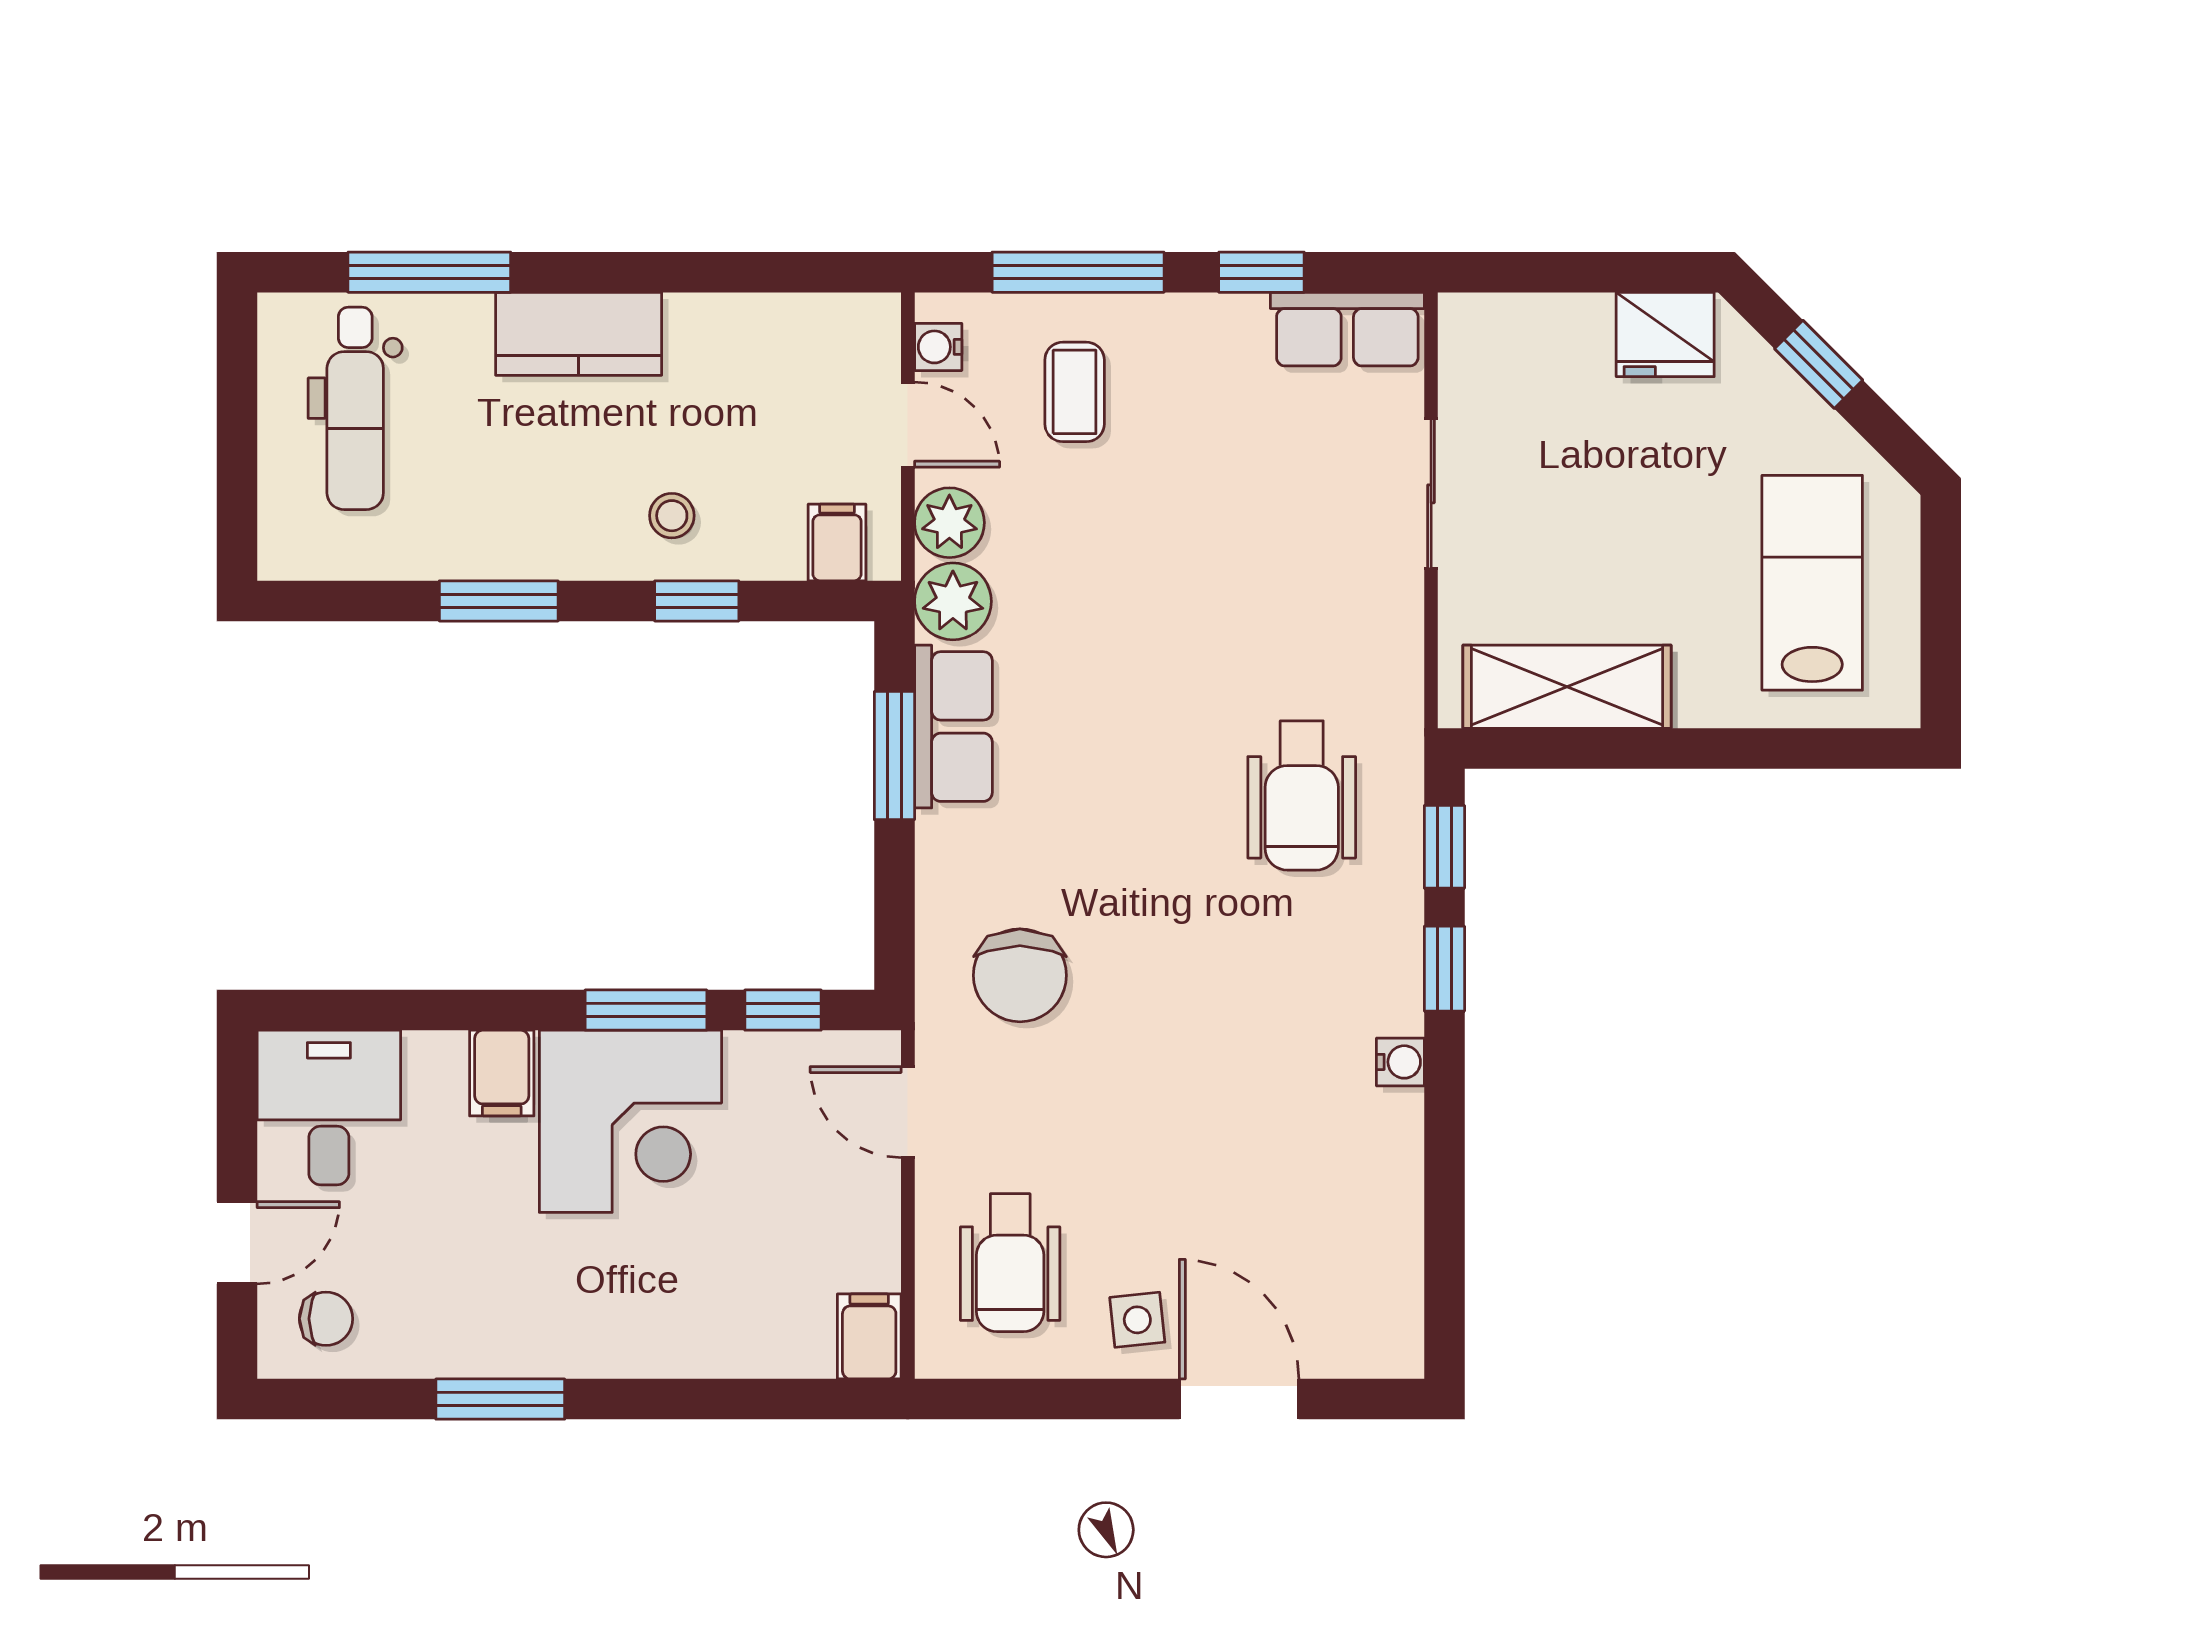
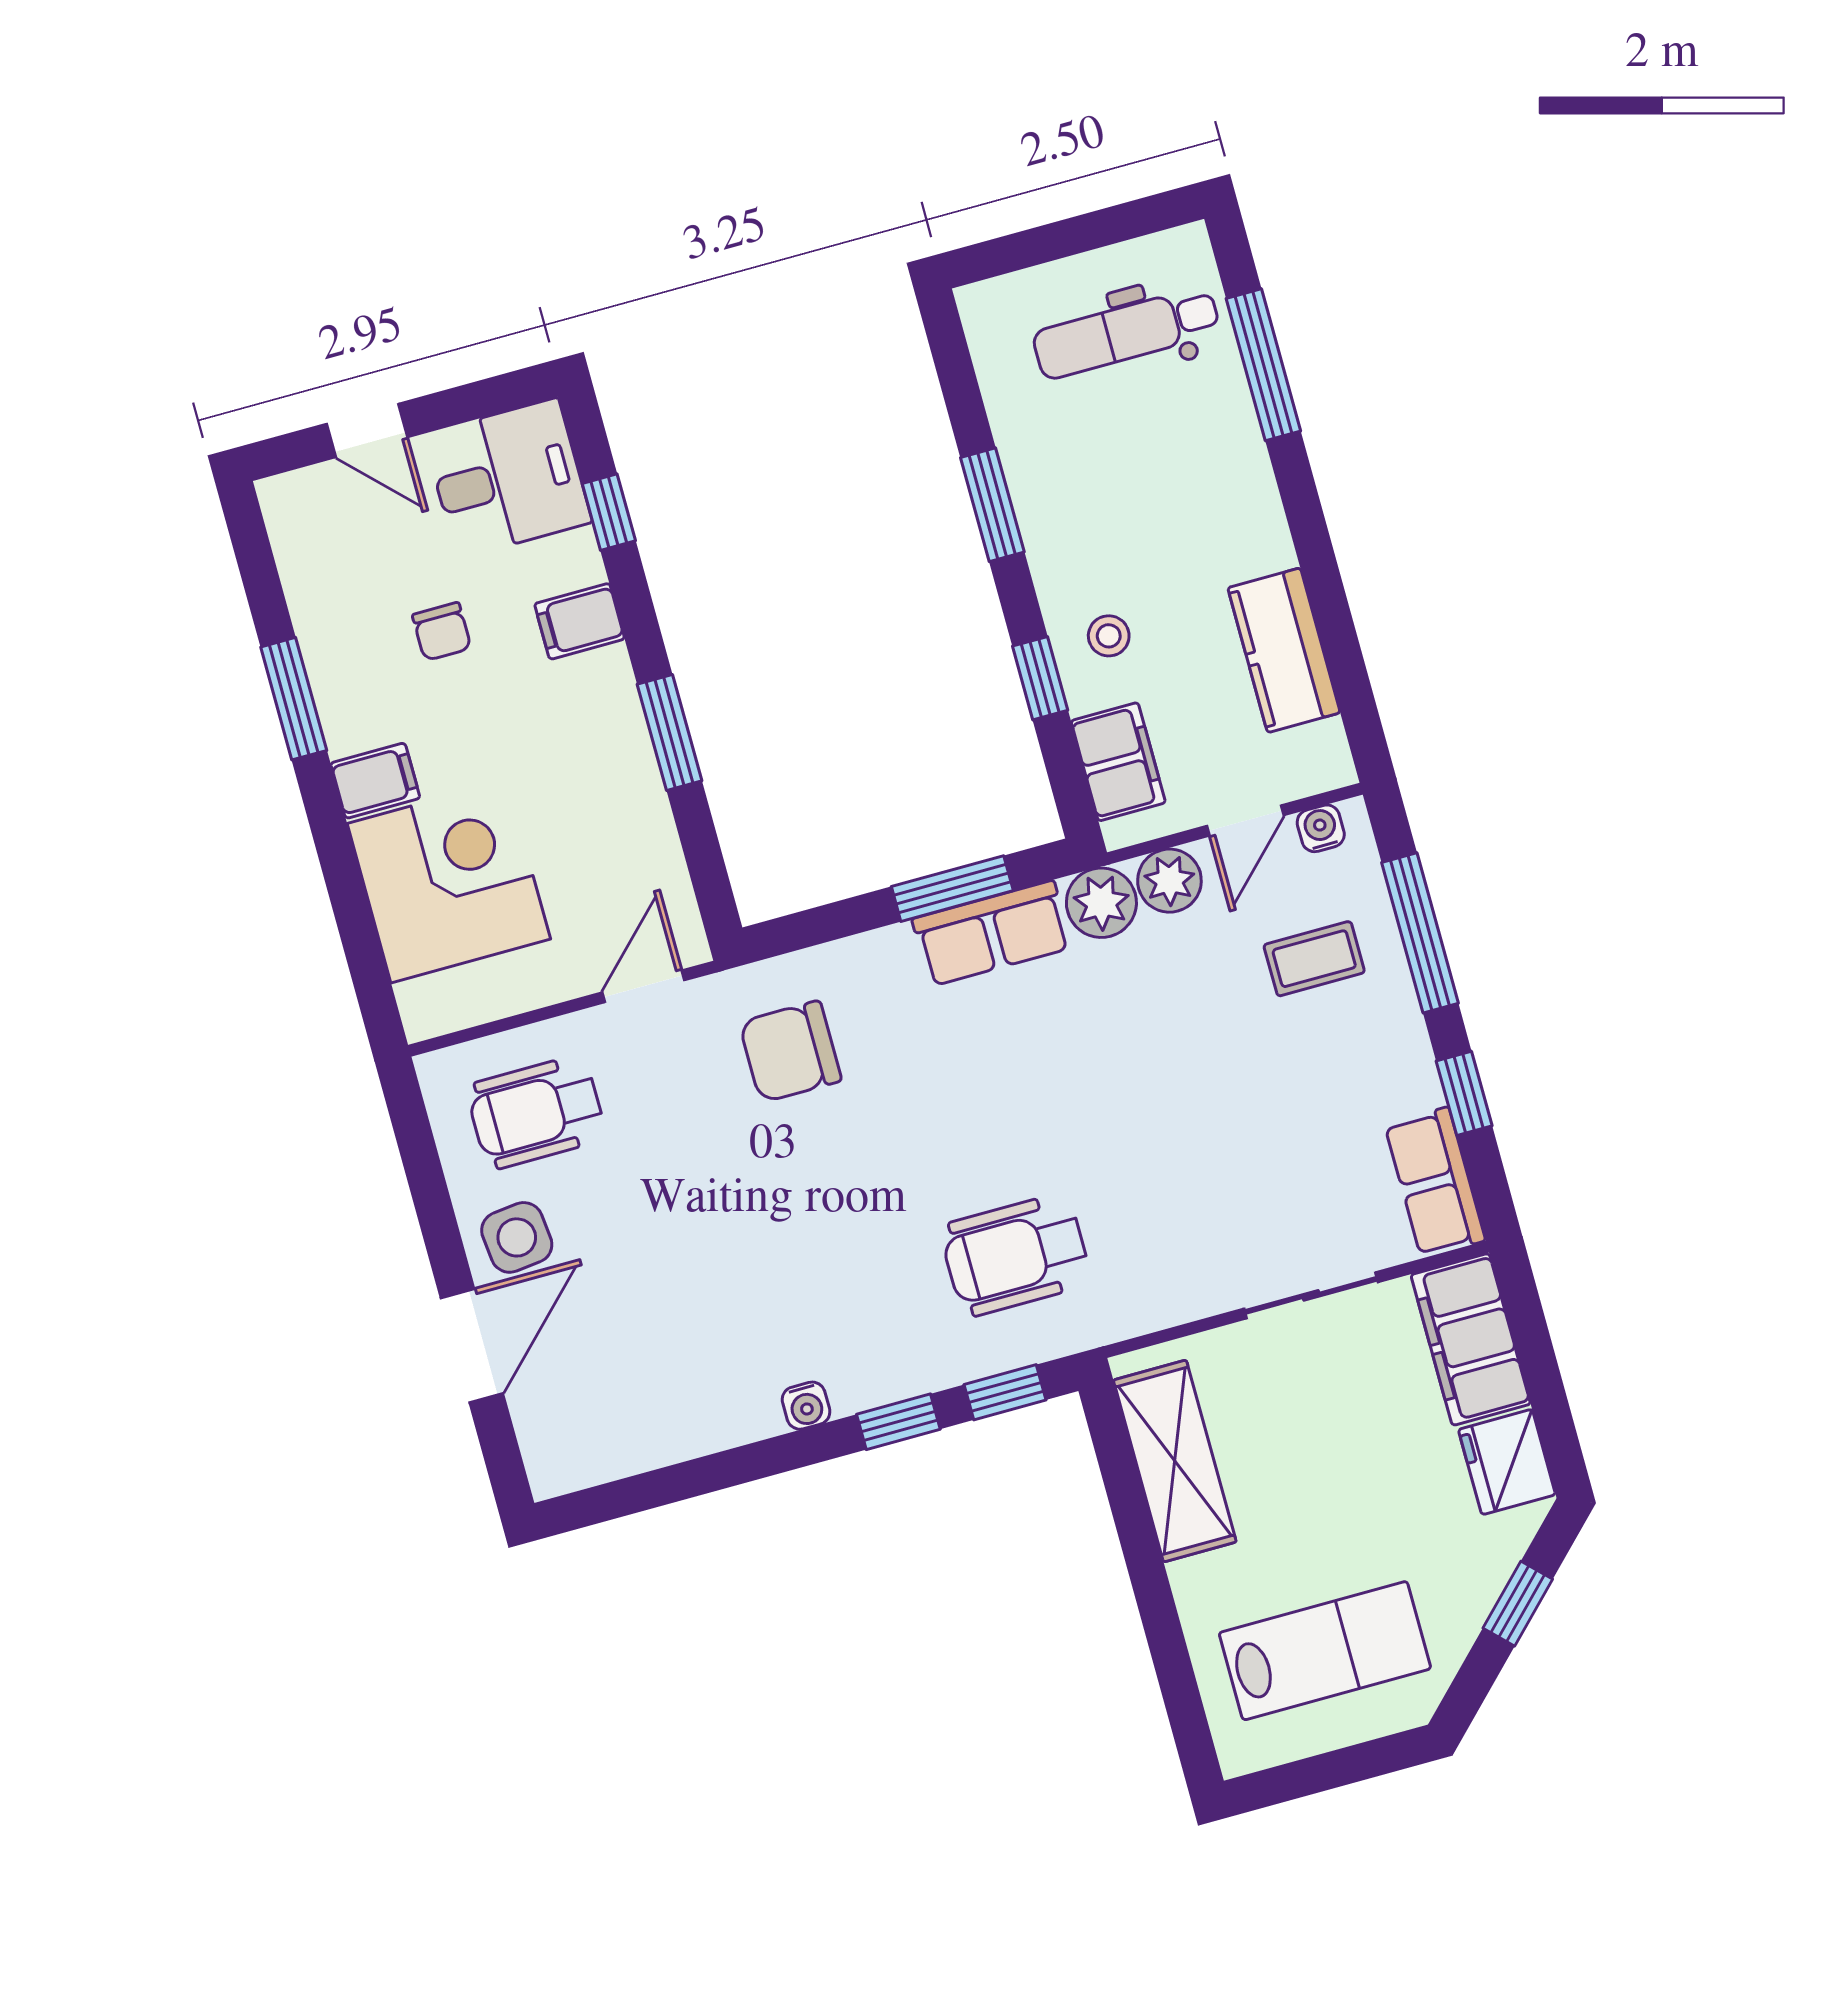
kitchen counter: (579, 334) -> (1284, 650), moved
filing cabinet: (1524, 337) -> (1471, 1339), added
filing cabinet: (837, 542) -> (1118, 762), width x2.00
window: (783, 1010) -> (609, 512), moved
corner desk: (630, 1121) -> (449, 881), moved, turned 180
chair: (326, 1319) -> (442, 631), moved
side table: (1137, 1320) -> (517, 1237), width x1.37, depth x1.37
filing cabinet: (869, 1336) -> (375, 781), moved

